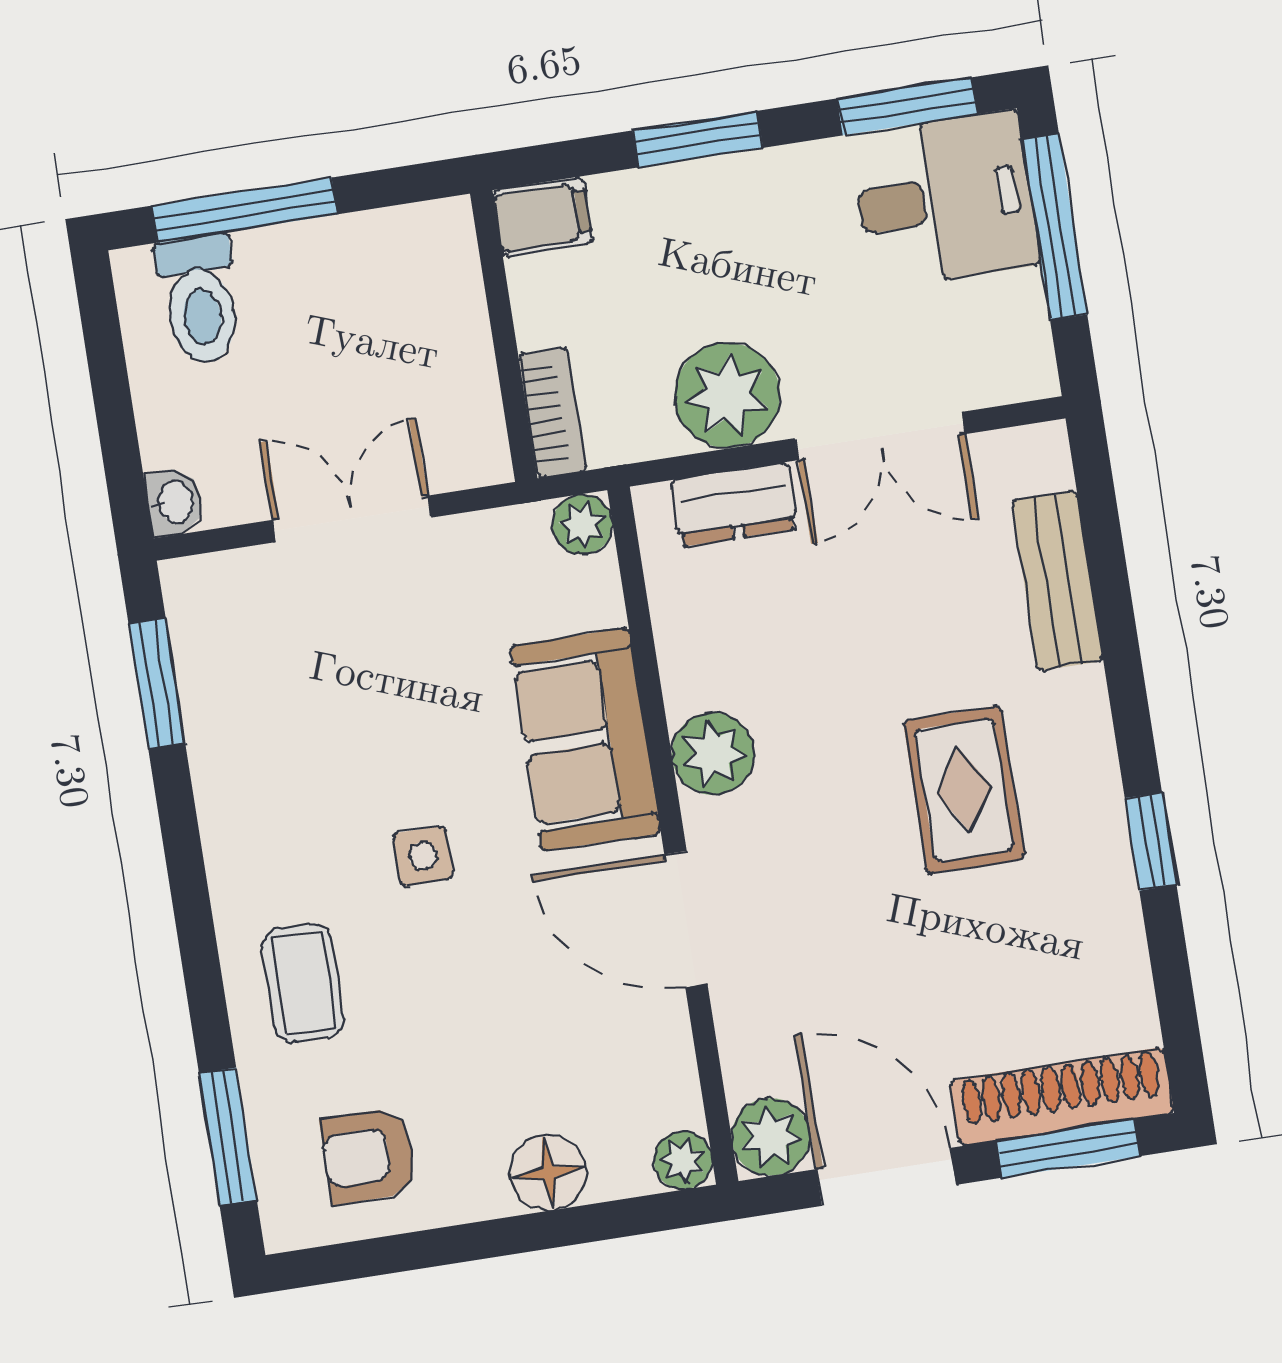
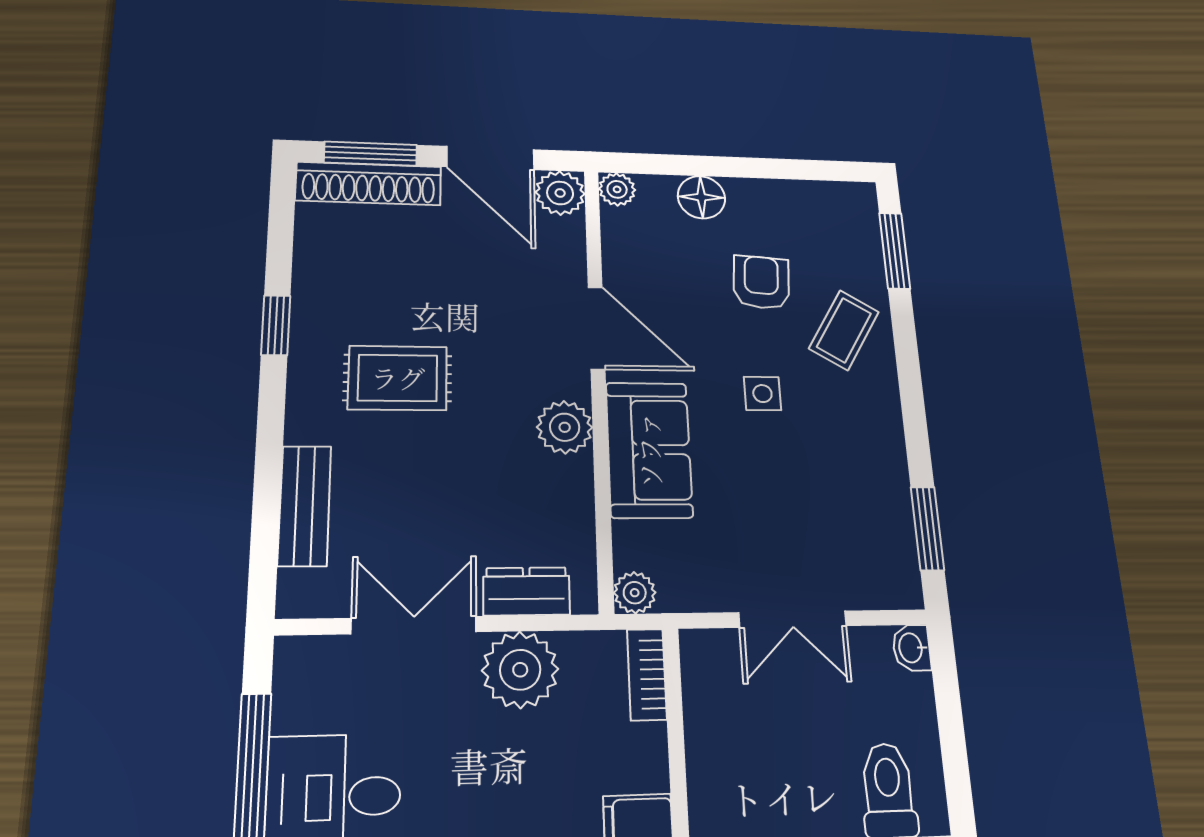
rug: (964, 790) -> (398, 378), turned 90
coffee table: (303, 983) -> (844, 330), turned 31
armchair: (369, 1156) -> (761, 282), moved, turned -86

